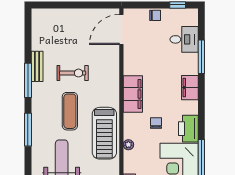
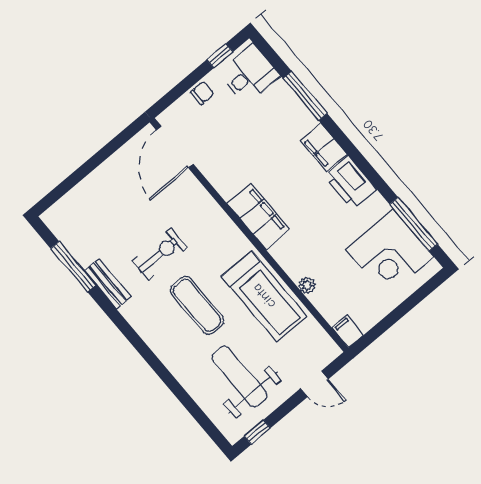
desk: (184, 39) -> (249, 74), moved
window: (28, 80) -> (73, 267), moved
chair: (156, 123) -> (319, 228), removed
printer: (188, 129) -> (350, 183), moved
window: (28, 130) -> (164, 374), removed

